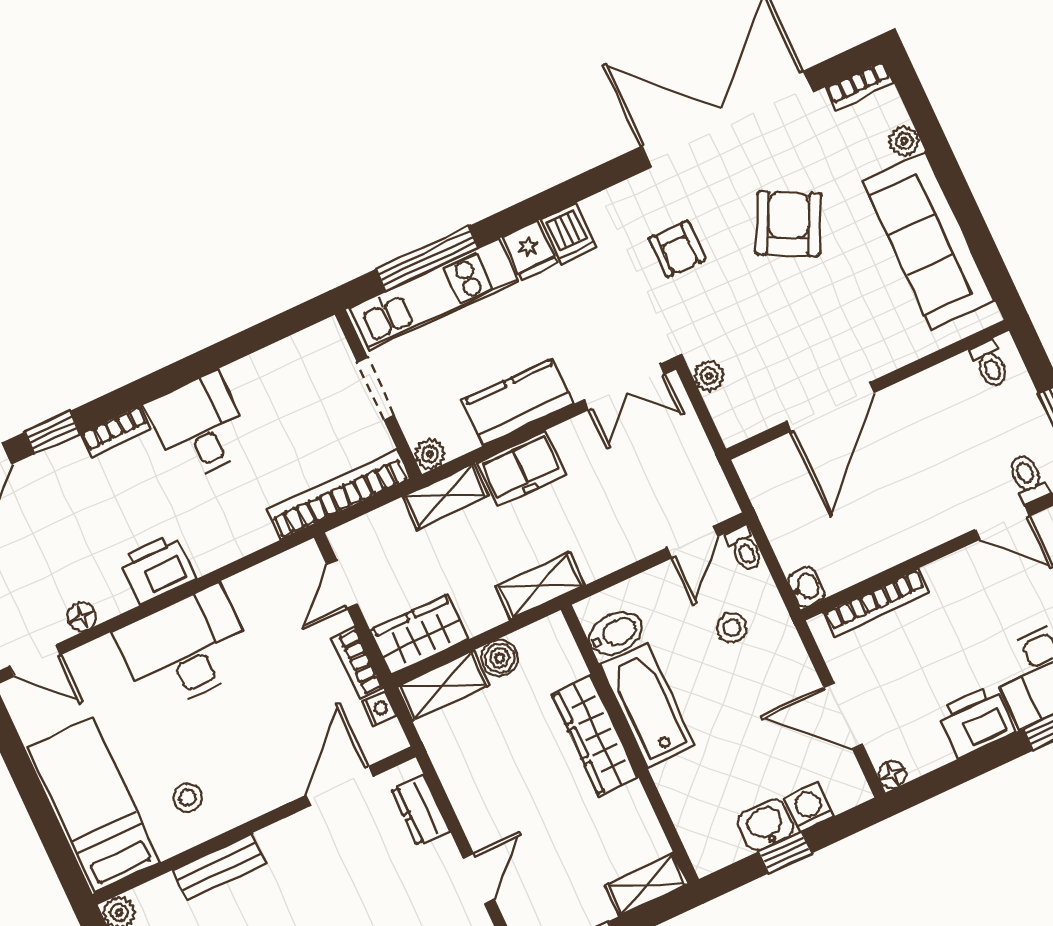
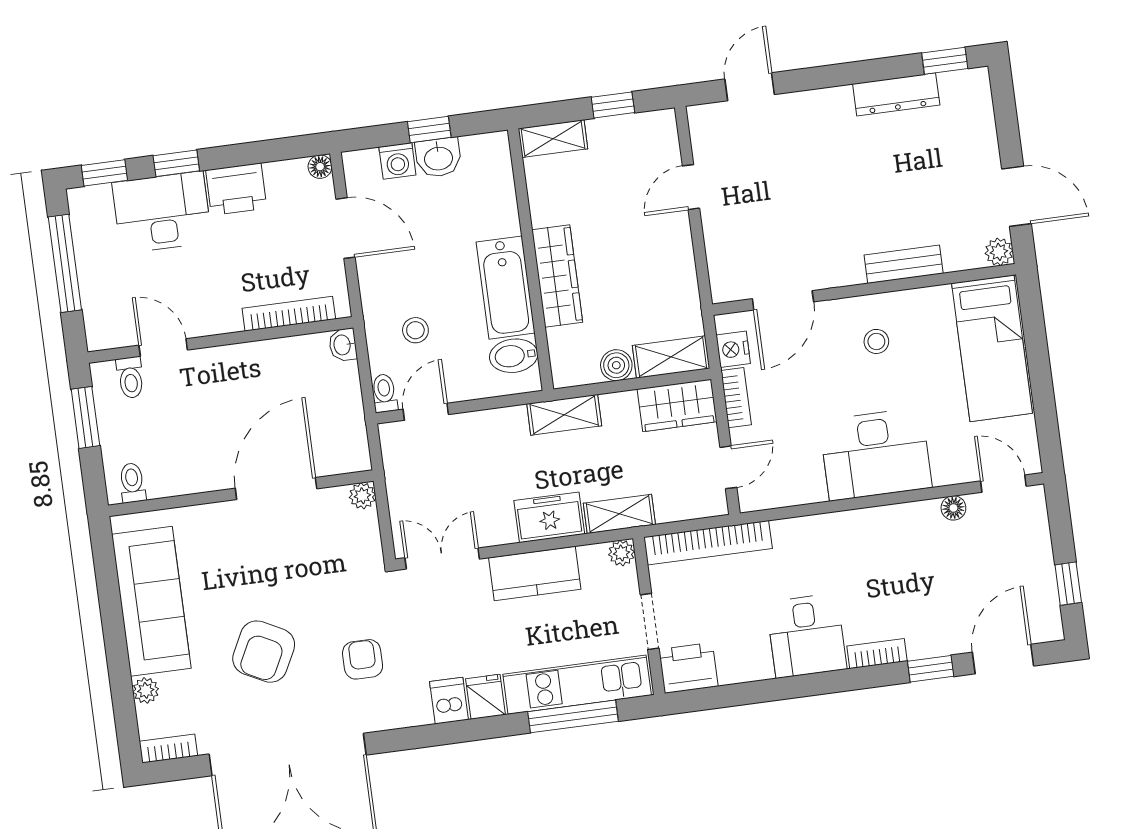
plant: (709, 376) -> (362, 496), moved
printer: (157, 569) -> (688, 668), moved, turned 180
nightstand: (379, 709) -> (733, 349), width x1.39, depth x1.35
stool: (188, 798) -> (876, 341), moved
dresser: (421, 810) -> (721, 259), removed

